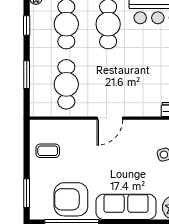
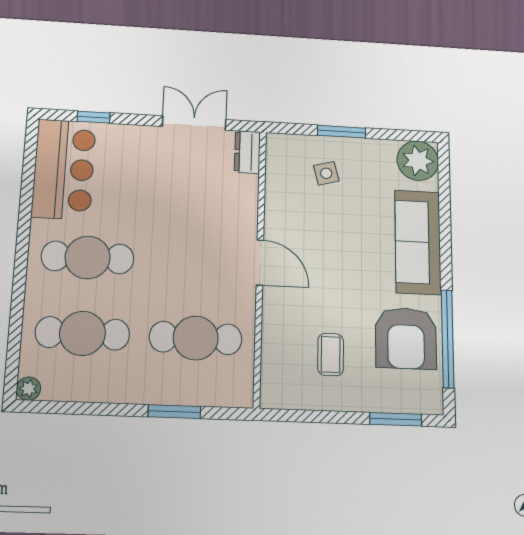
window: (27, 25) -> (80, 408), removed
coffee table: (48, 151) -> (331, 355), moved

